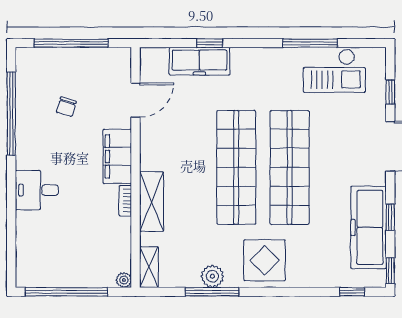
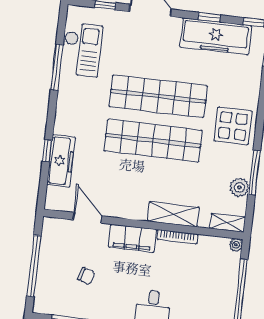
bookcase: (125, 201) -> (177, 237), width x1.56
plant: (212, 276) -> (239, 187), moved

